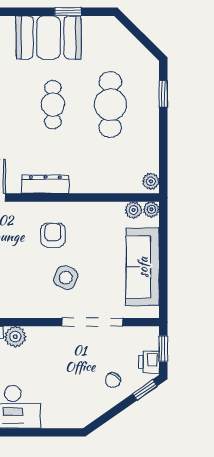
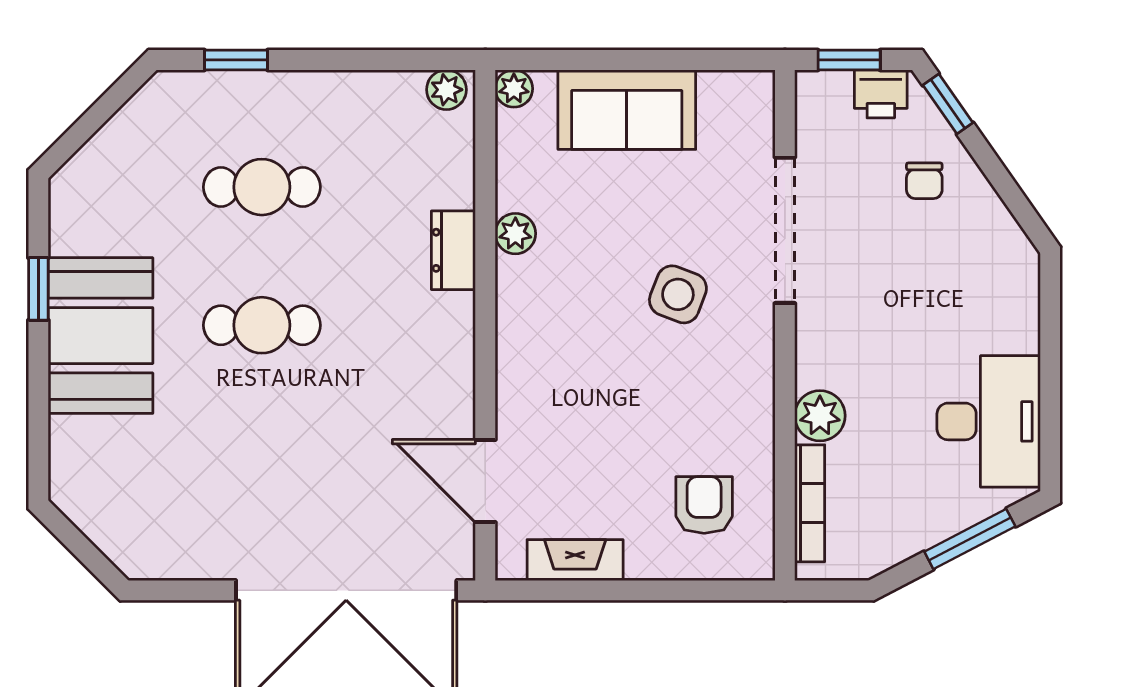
cafe table: (110, 105) -> (262, 187), width x0.73, depth x0.74
dresser: (45, 184) -> (453, 250), moved, width x0.70
plant: (133, 210) -> (515, 234), moved
armchair: (53, 235) -> (576, 325), removed
sofa: (143, 267) -> (627, 110), width x0.73
chair: (113, 380) -> (924, 181), turned 59

